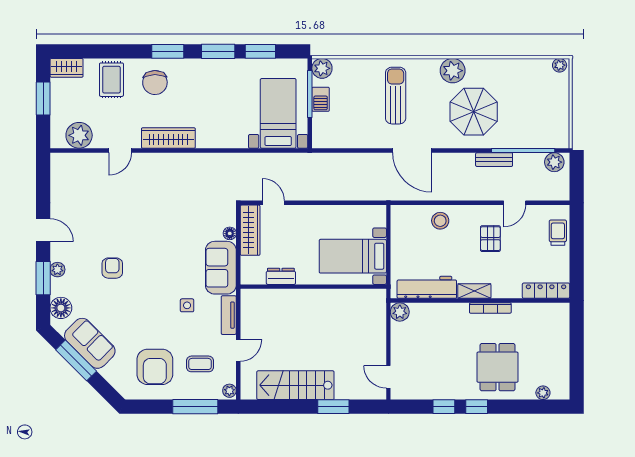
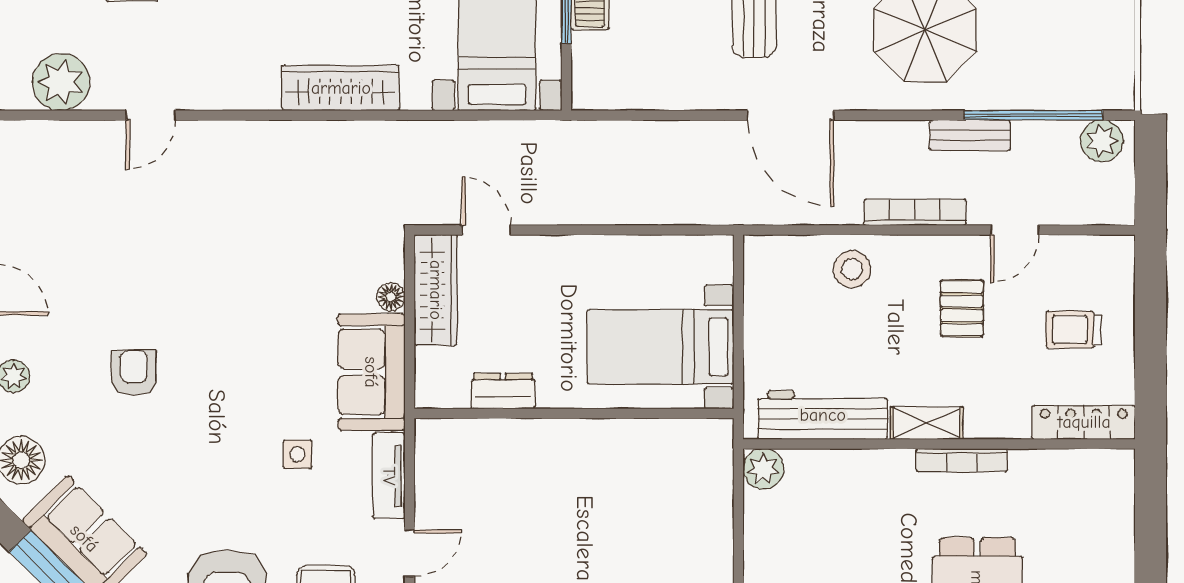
wardrobe: (168, 138) -> (341, 88), moved
bookcase: (469, 195) -> (915, 212), added
trolley: (558, 233) -> (1074, 330), moved, turned -90

